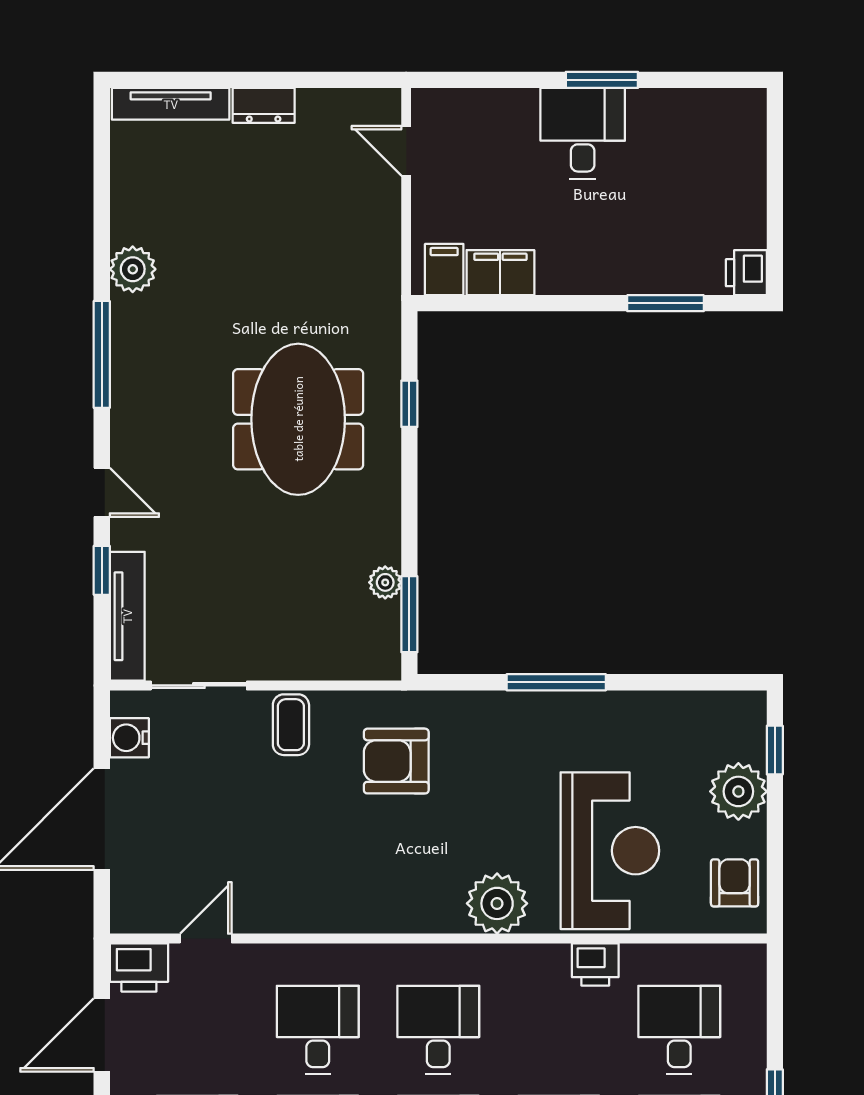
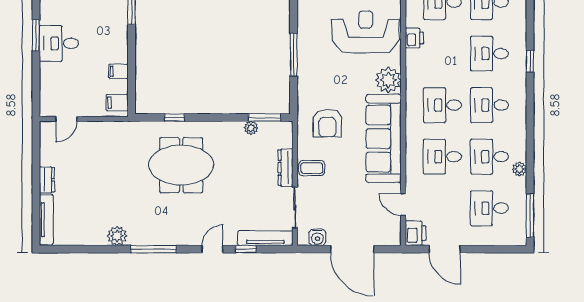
filing cabinet: (500, 273) -> (118, 71), width x0.50
dresser: (292, 664) -> (286, 168), added
sofa: (360, 893) -> (384, 138), added

